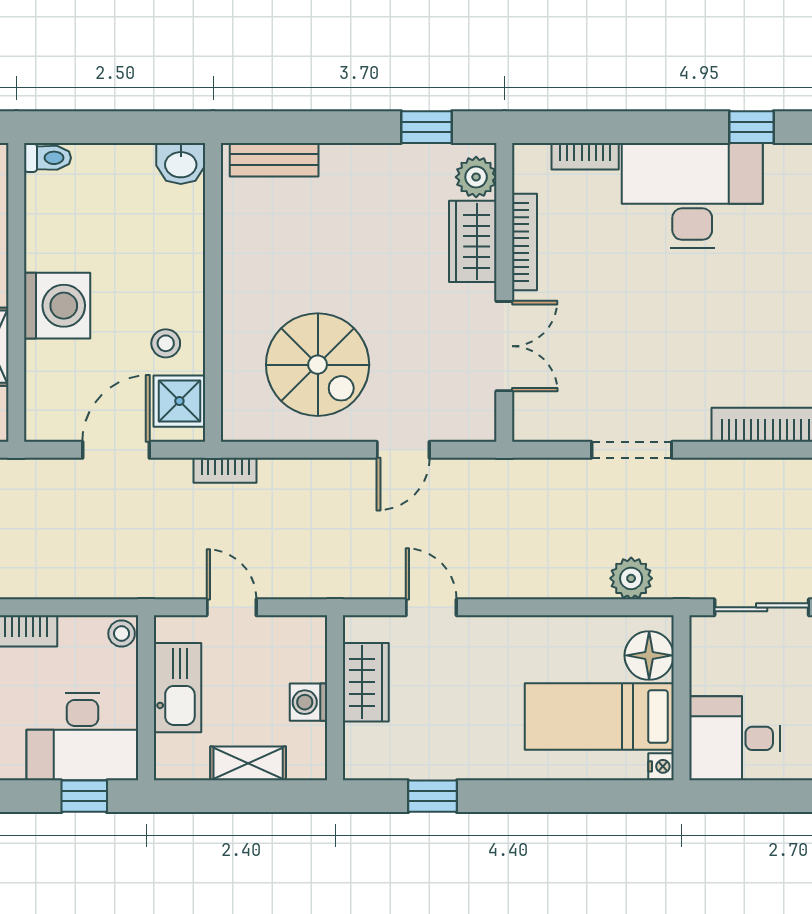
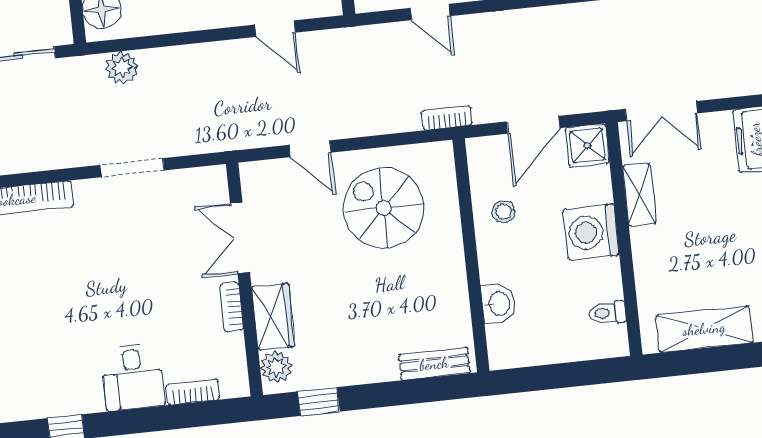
toilet: (47, 158) -> (607, 313), moved
washbasin: (181, 163) -> (498, 304), moved, turned 90
desk: (692, 196) -> (133, 377), width x0.53, depth x0.77
bookcase: (525, 242) -> (231, 307), width x0.64
shower: (179, 401) -> (587, 145), moved
door: (403, 450) -> (310, 149), swing flipped

